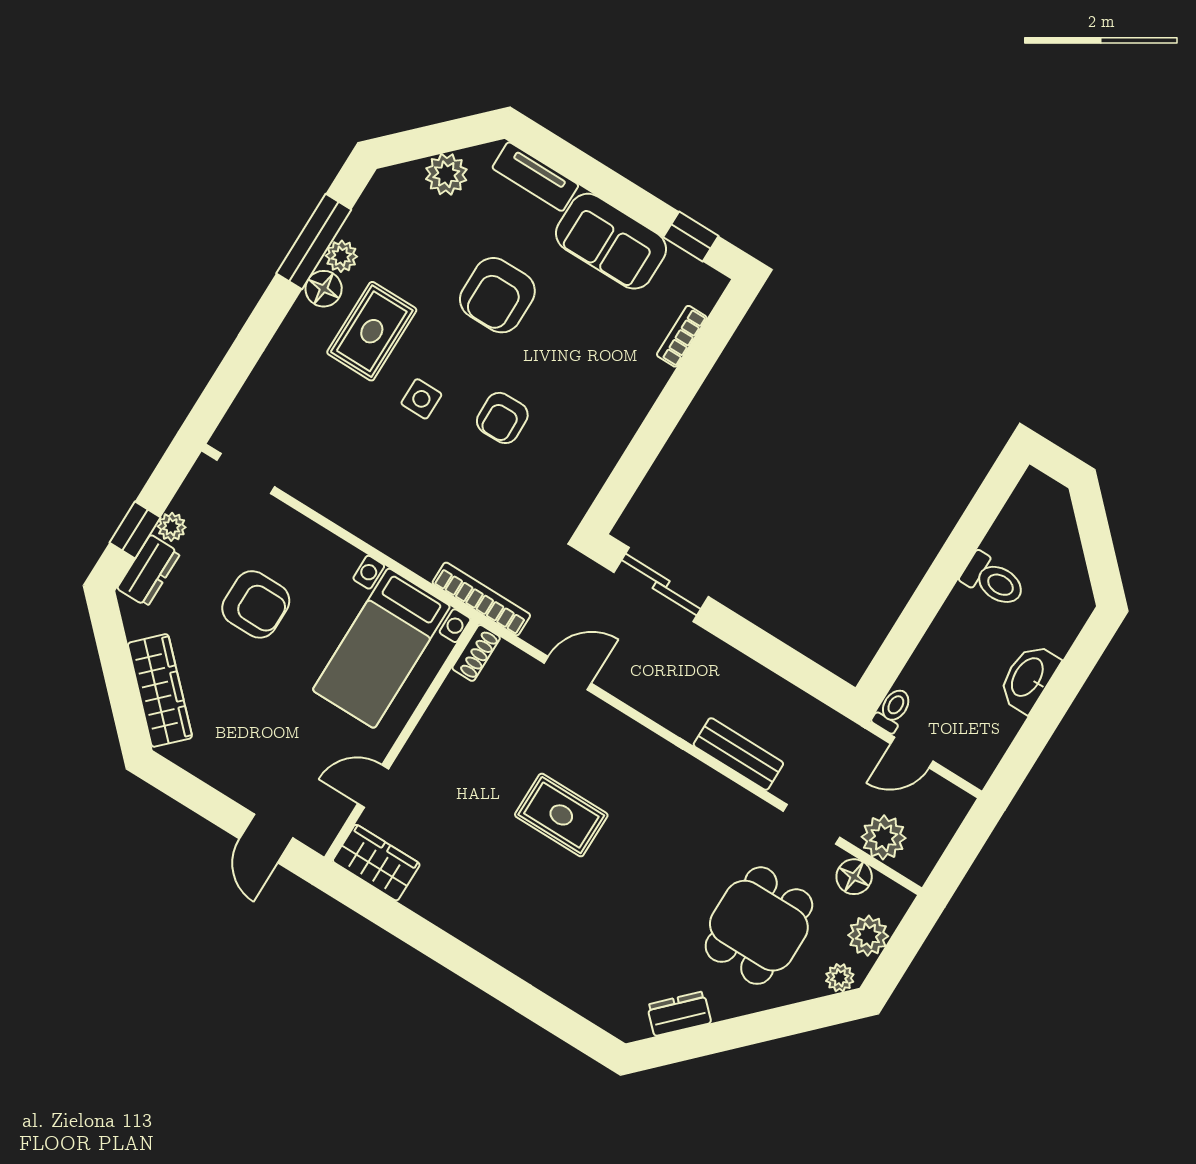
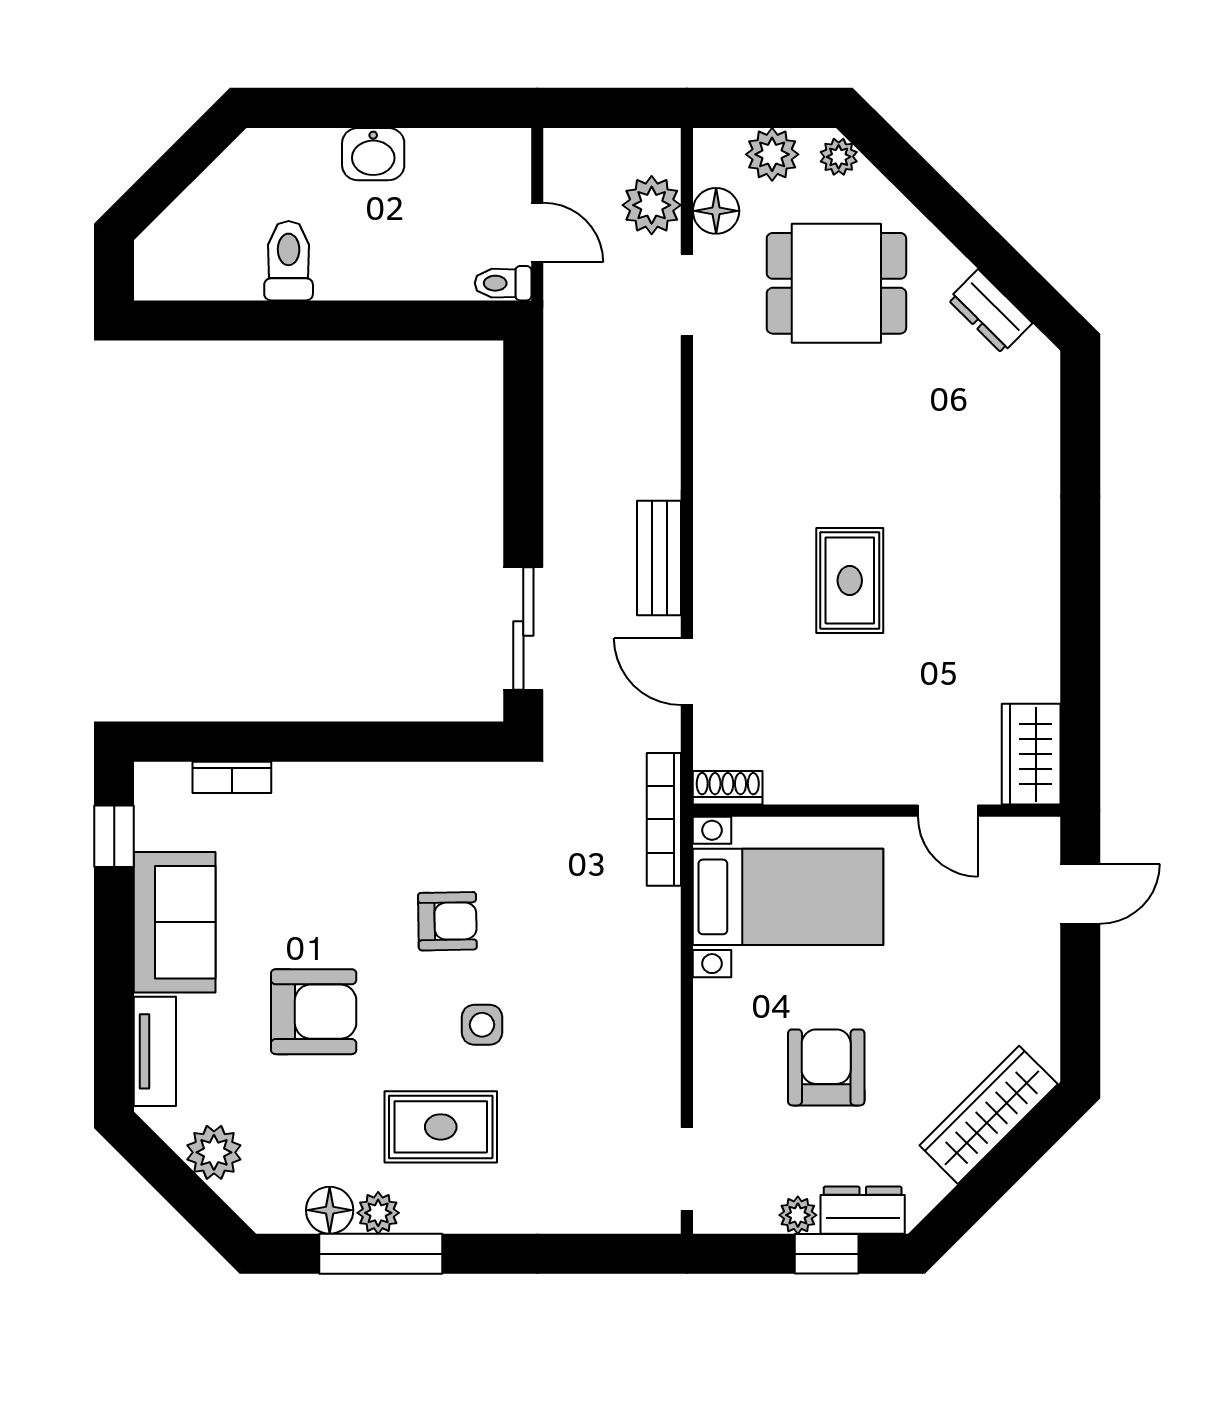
floor lamp: (324, 289) -> (330, 1210), moved
washbasin: (1028, 678) -> (373, 154), width x0.72
bench: (738, 754) -> (659, 558), moved

